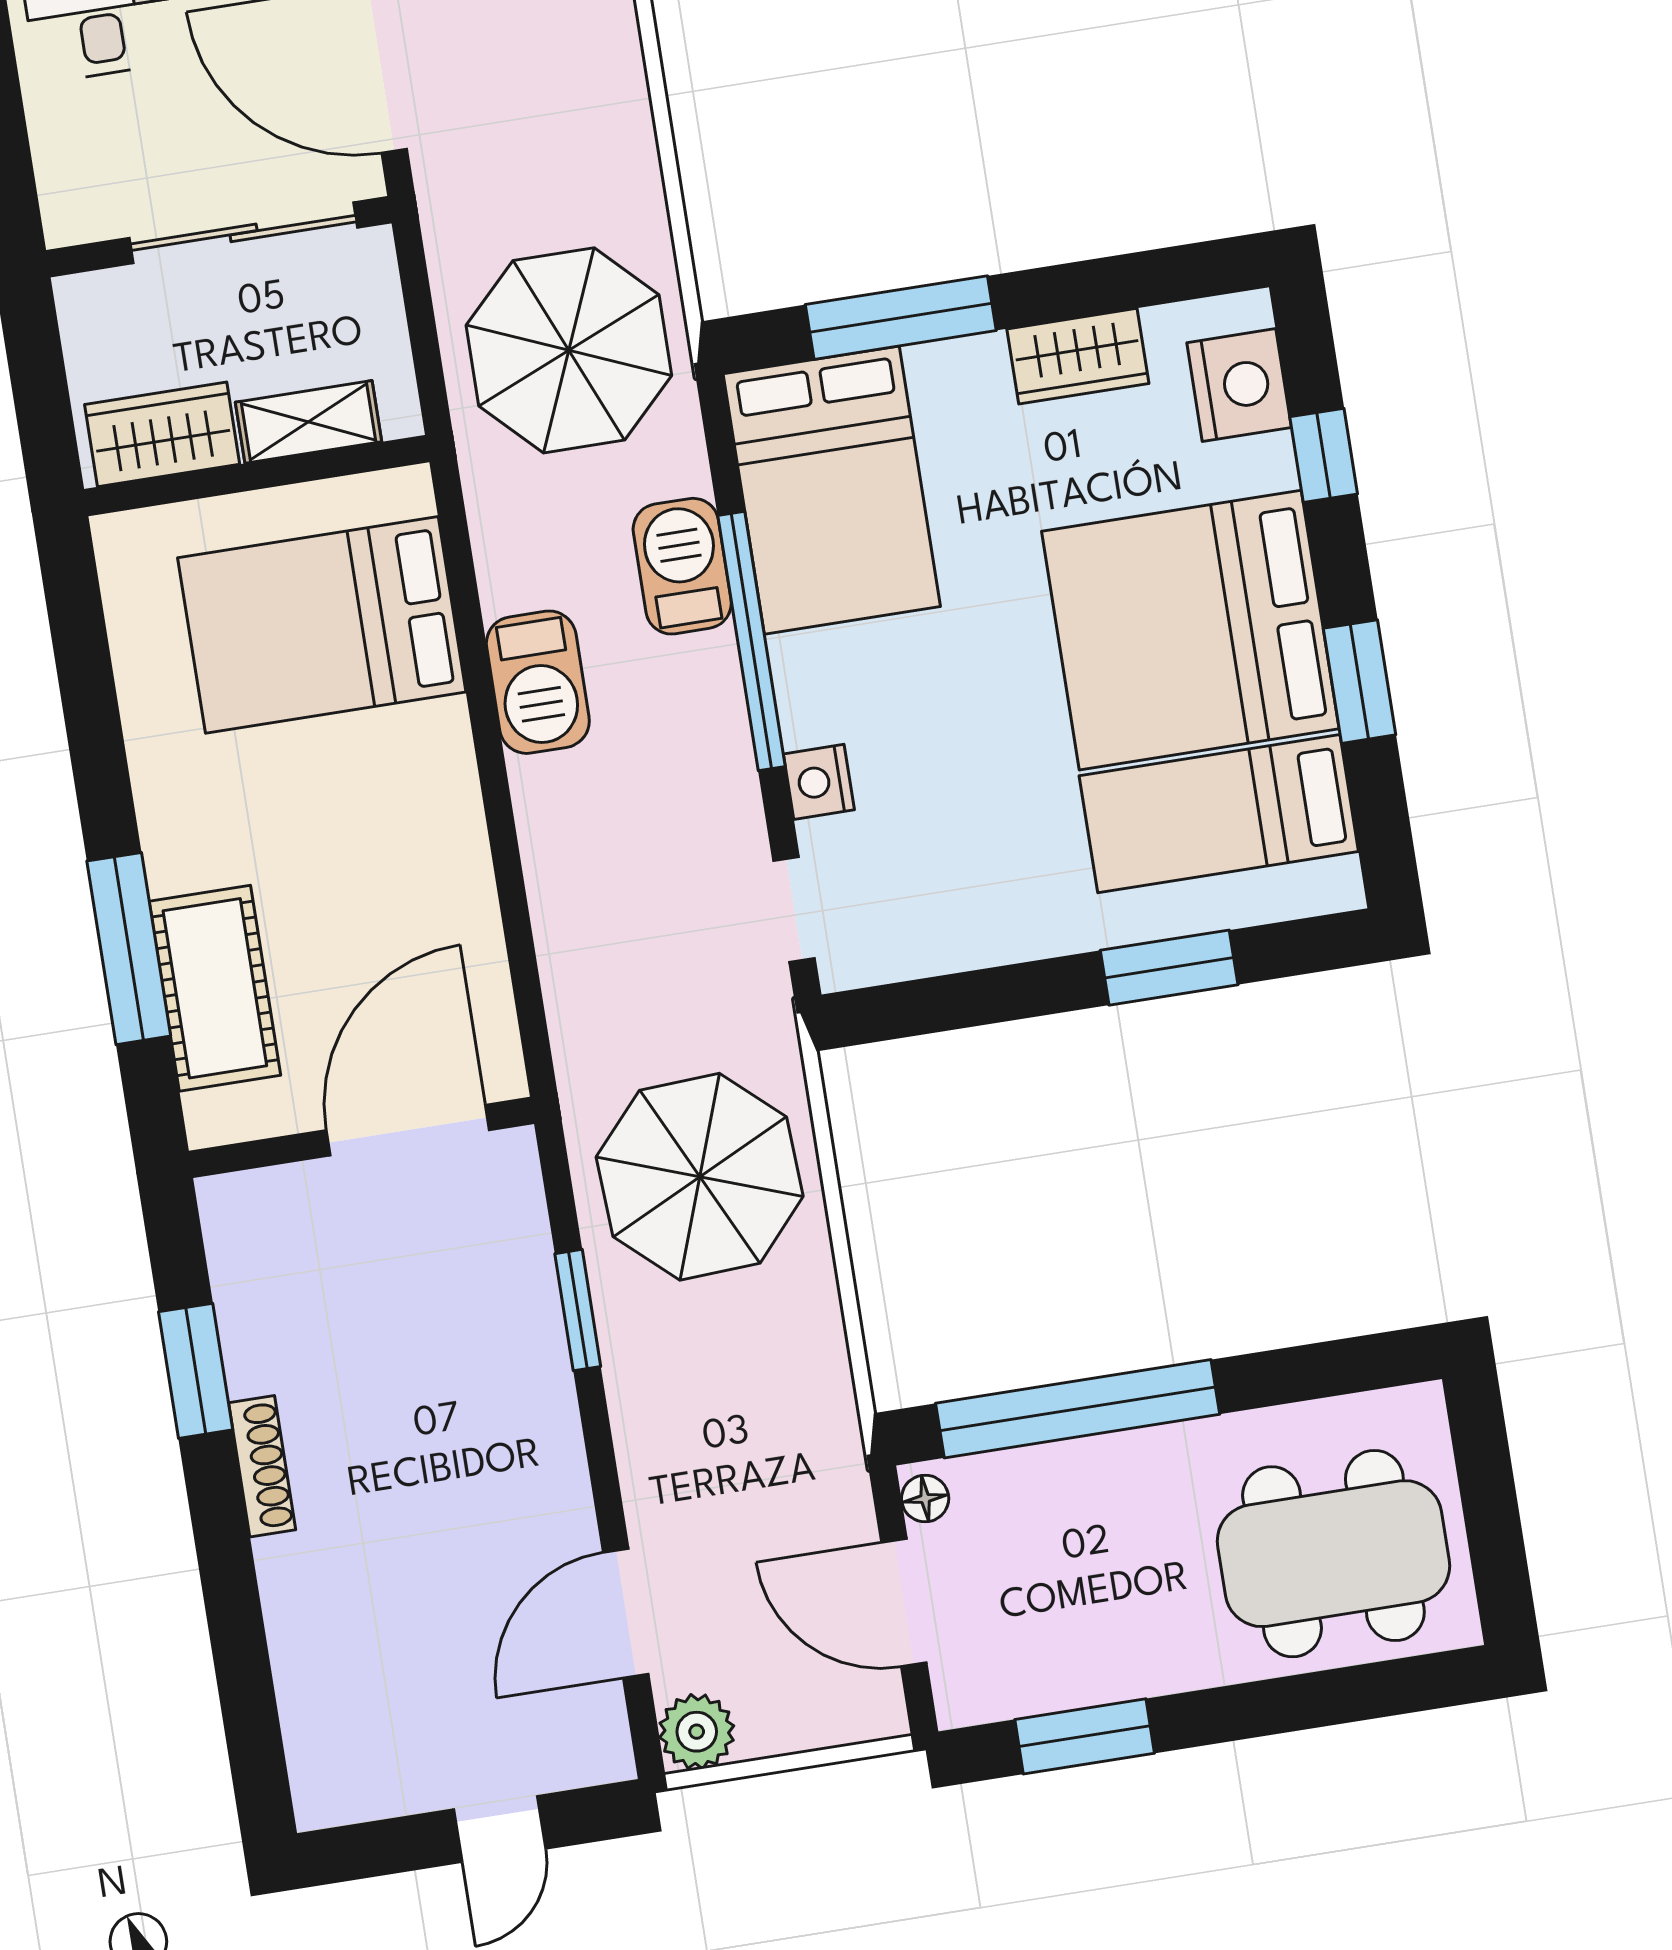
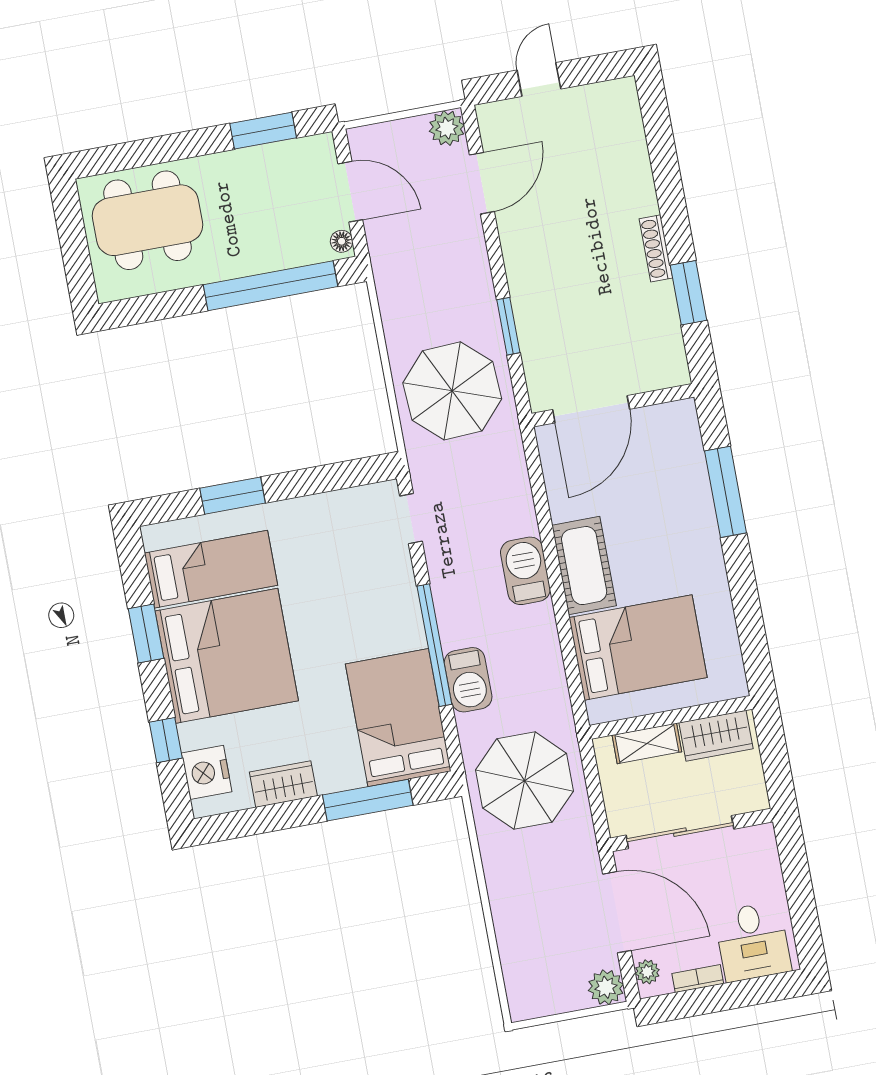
barbecue: (538, 682) -> (525, 571), moved
nightstand: (819, 782) -> (401, 579), removed
cot: (215, 988) -> (584, 566), moved

